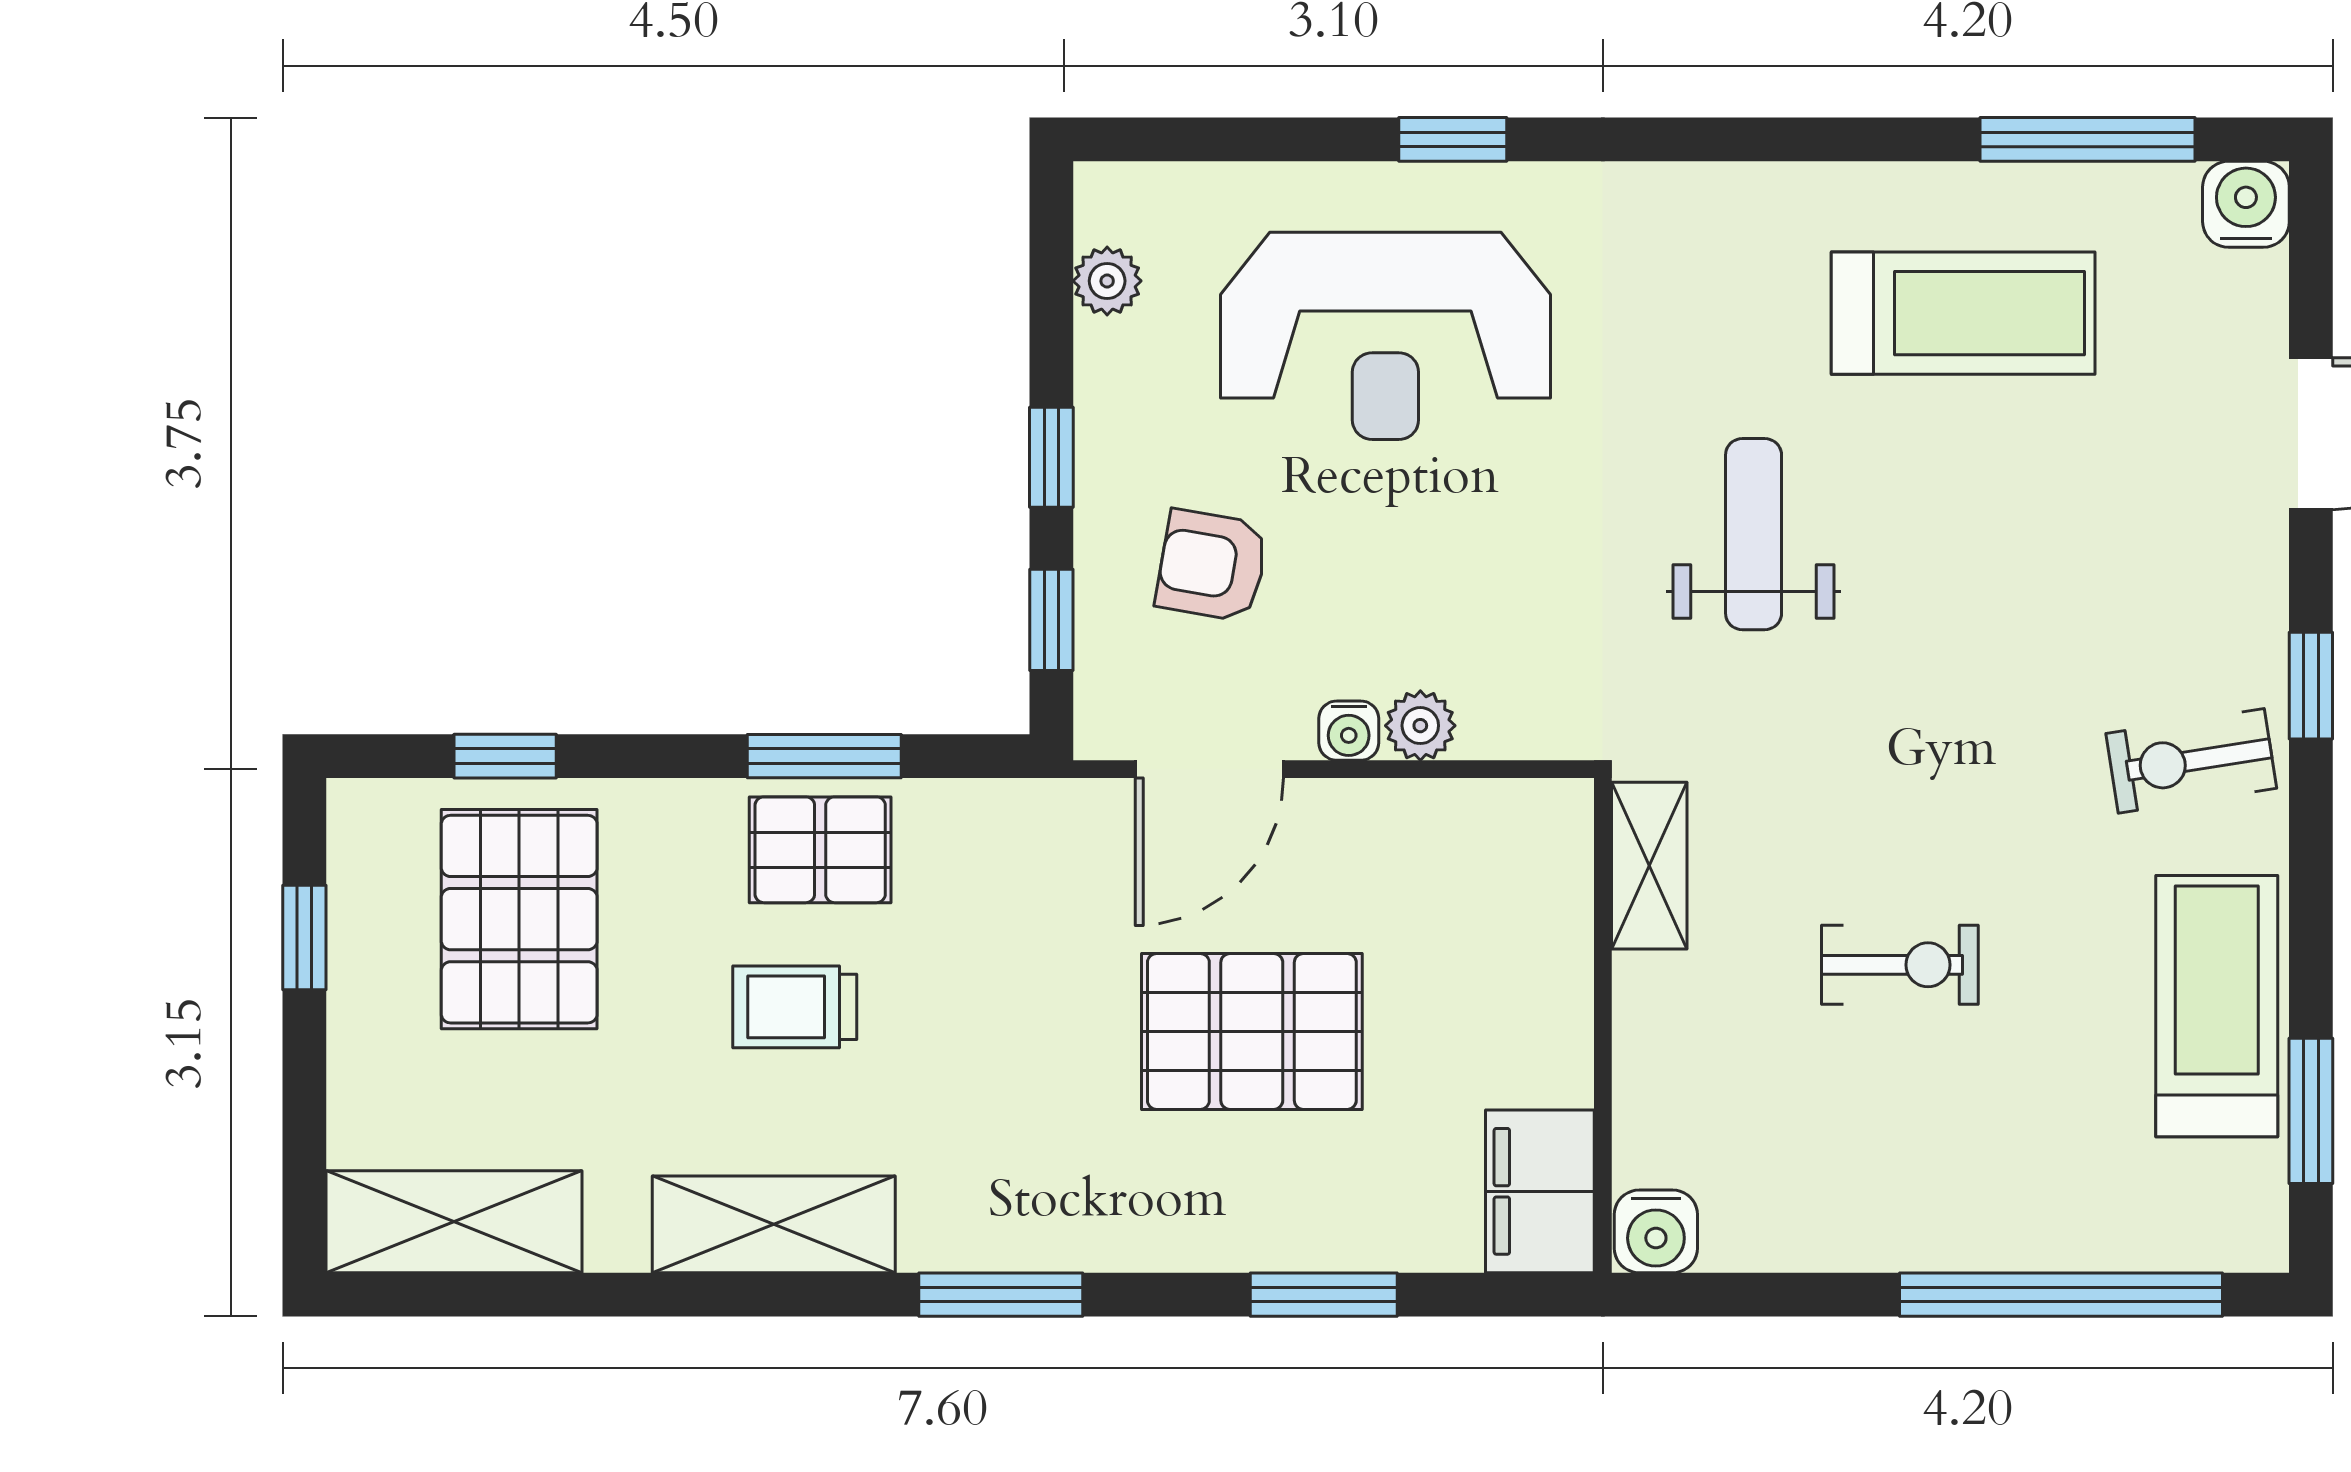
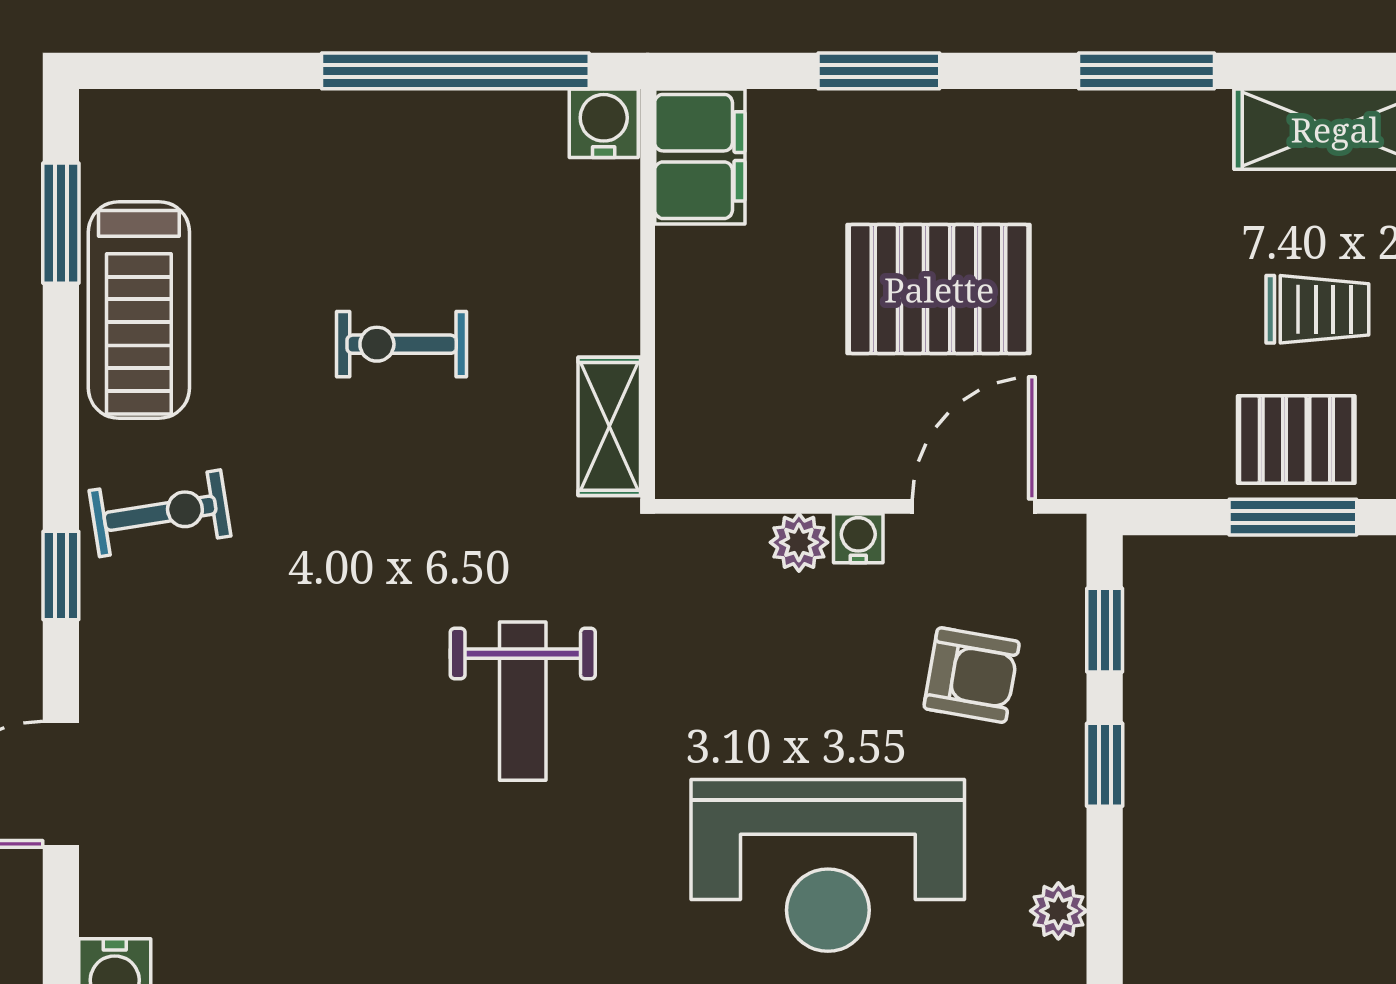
treadmill: (1963, 313) -> (349, 884), removed
reception desk: (1385, 336) -> (828, 865), turned 180
window: (2061, 1295) -> (455, 71), moved

